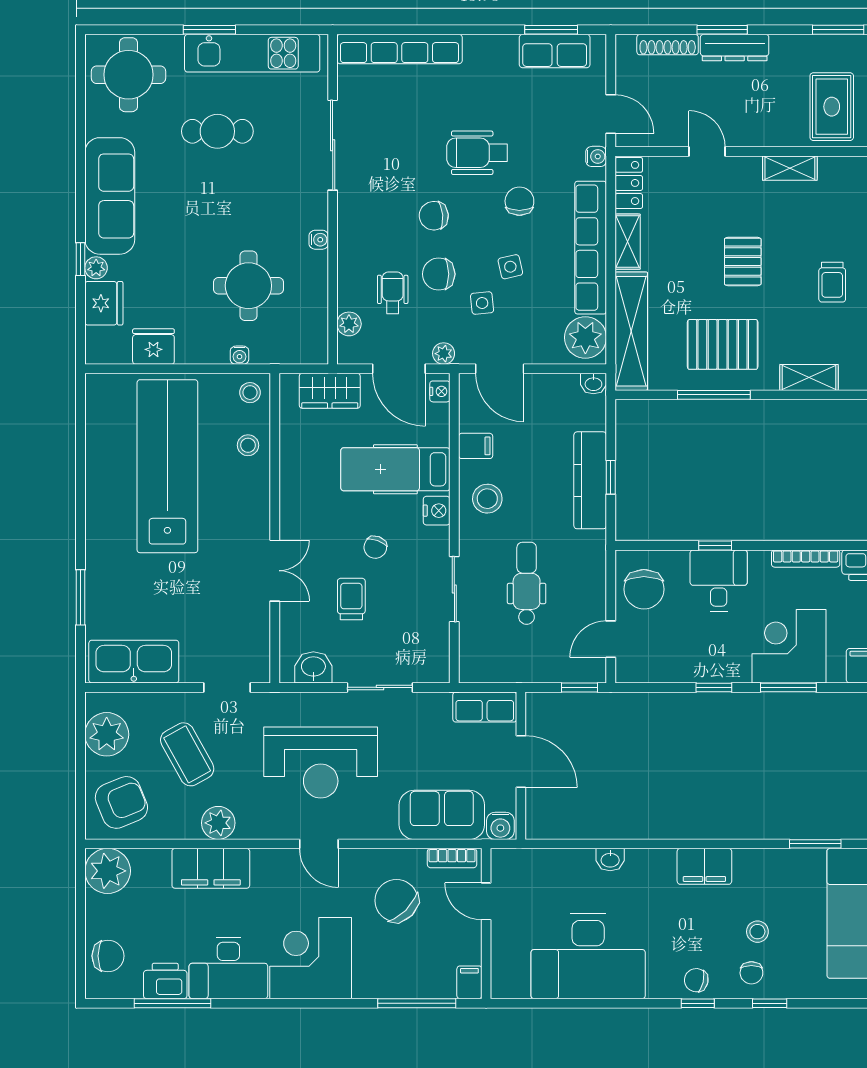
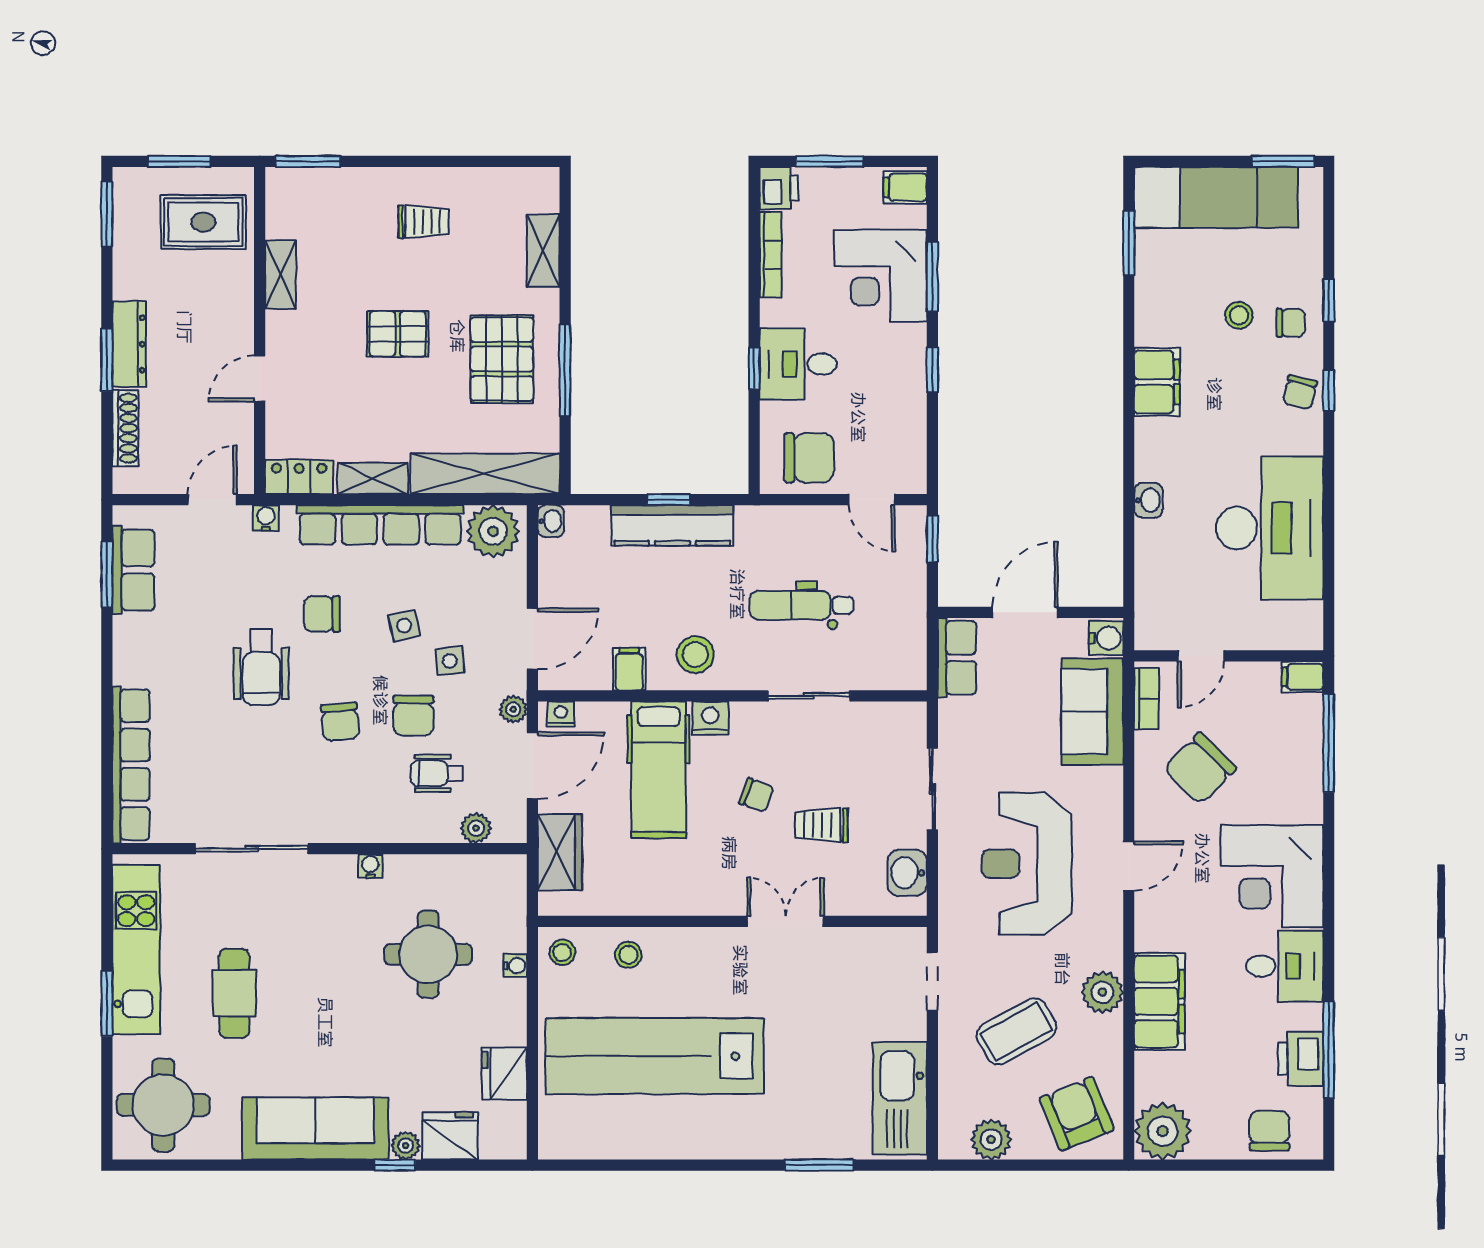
plant: (107, 734) -> (991, 1140), width x0.73, depth x0.73
reception desk: (321, 762) -> (1027, 864), turned 180
desk: (228, 968) -> (1285, 966), width x0.73

